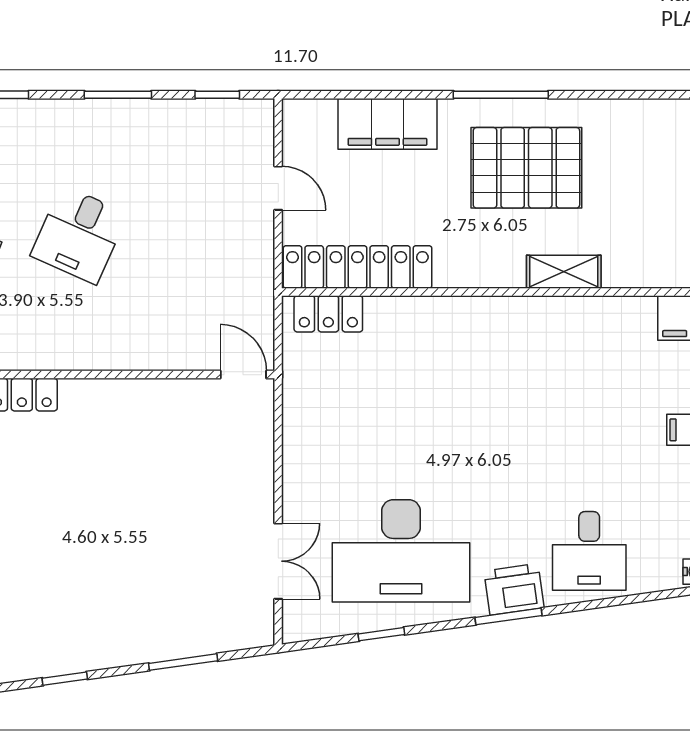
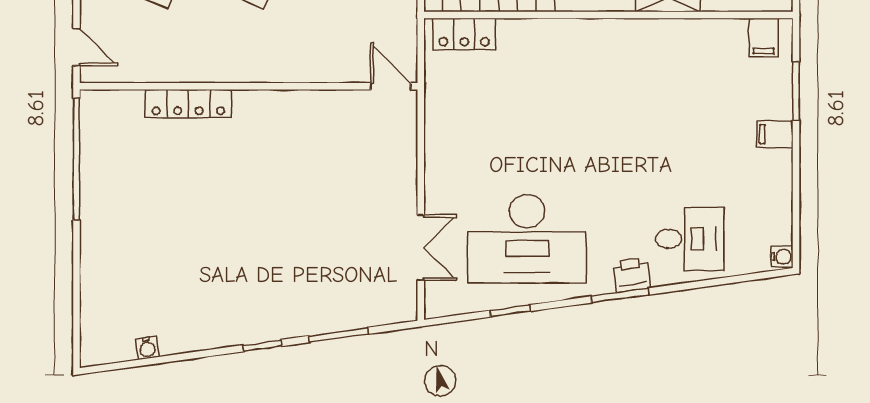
desk: (589, 551) -> (690, 239), turned -90
printer: (514, 589) -> (631, 275), width x0.73, depth x0.81
window: (65, 679) -> (262, 346), moved

